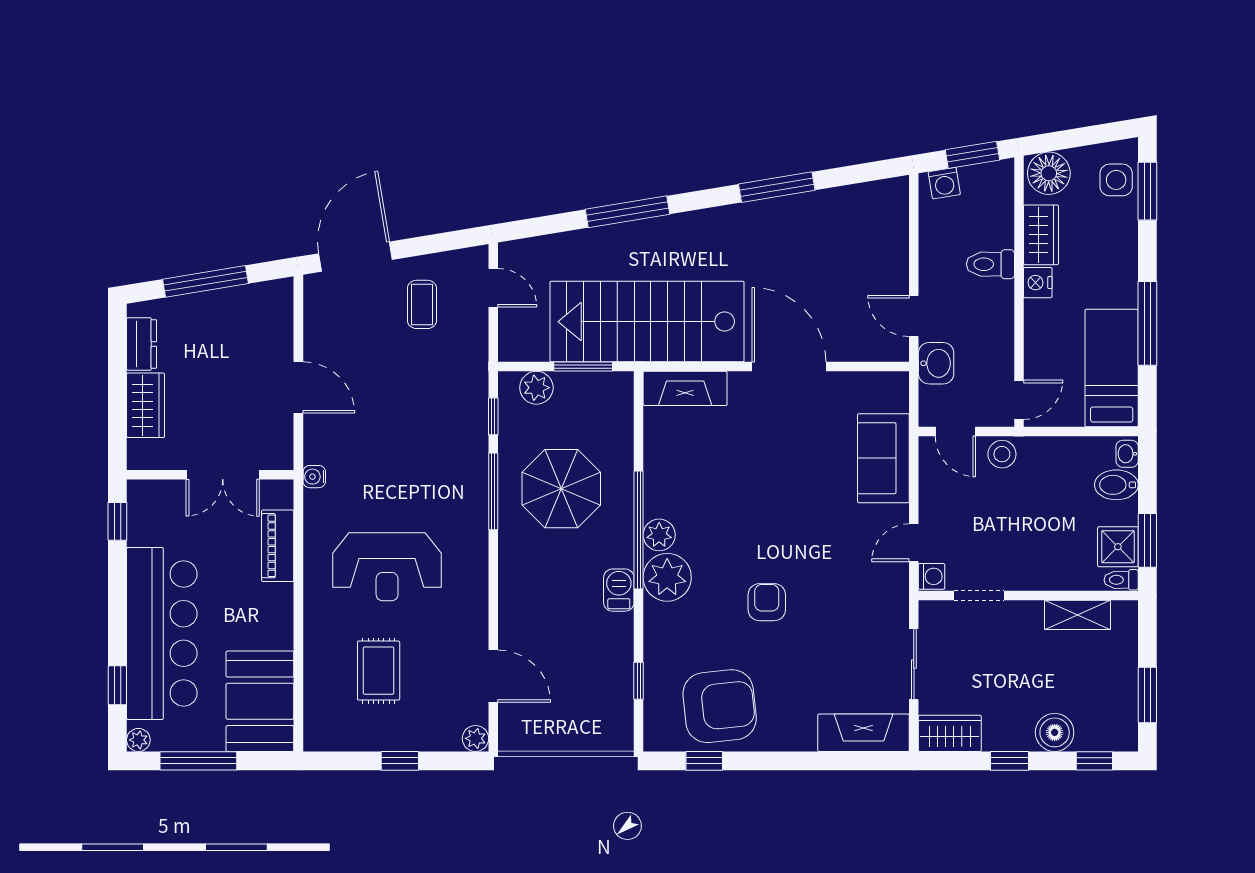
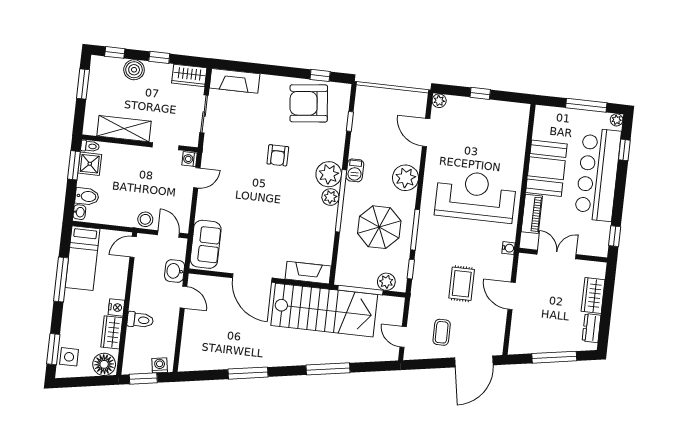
window: (583, 367) -> (360, 290), width x1.44
sofa: (883, 458) -> (206, 244), moved
reception desk: (387, 567) -> (475, 196), width x1.36, depth x1.30
plant: (522, 587) -> (406, 178), added
shelving: (1078, 615) -> (124, 129), width x1.50, depth x1.33
rug: (379, 671) -> (462, 284), moved
booth: (260, 701) -> (546, 168), moved

